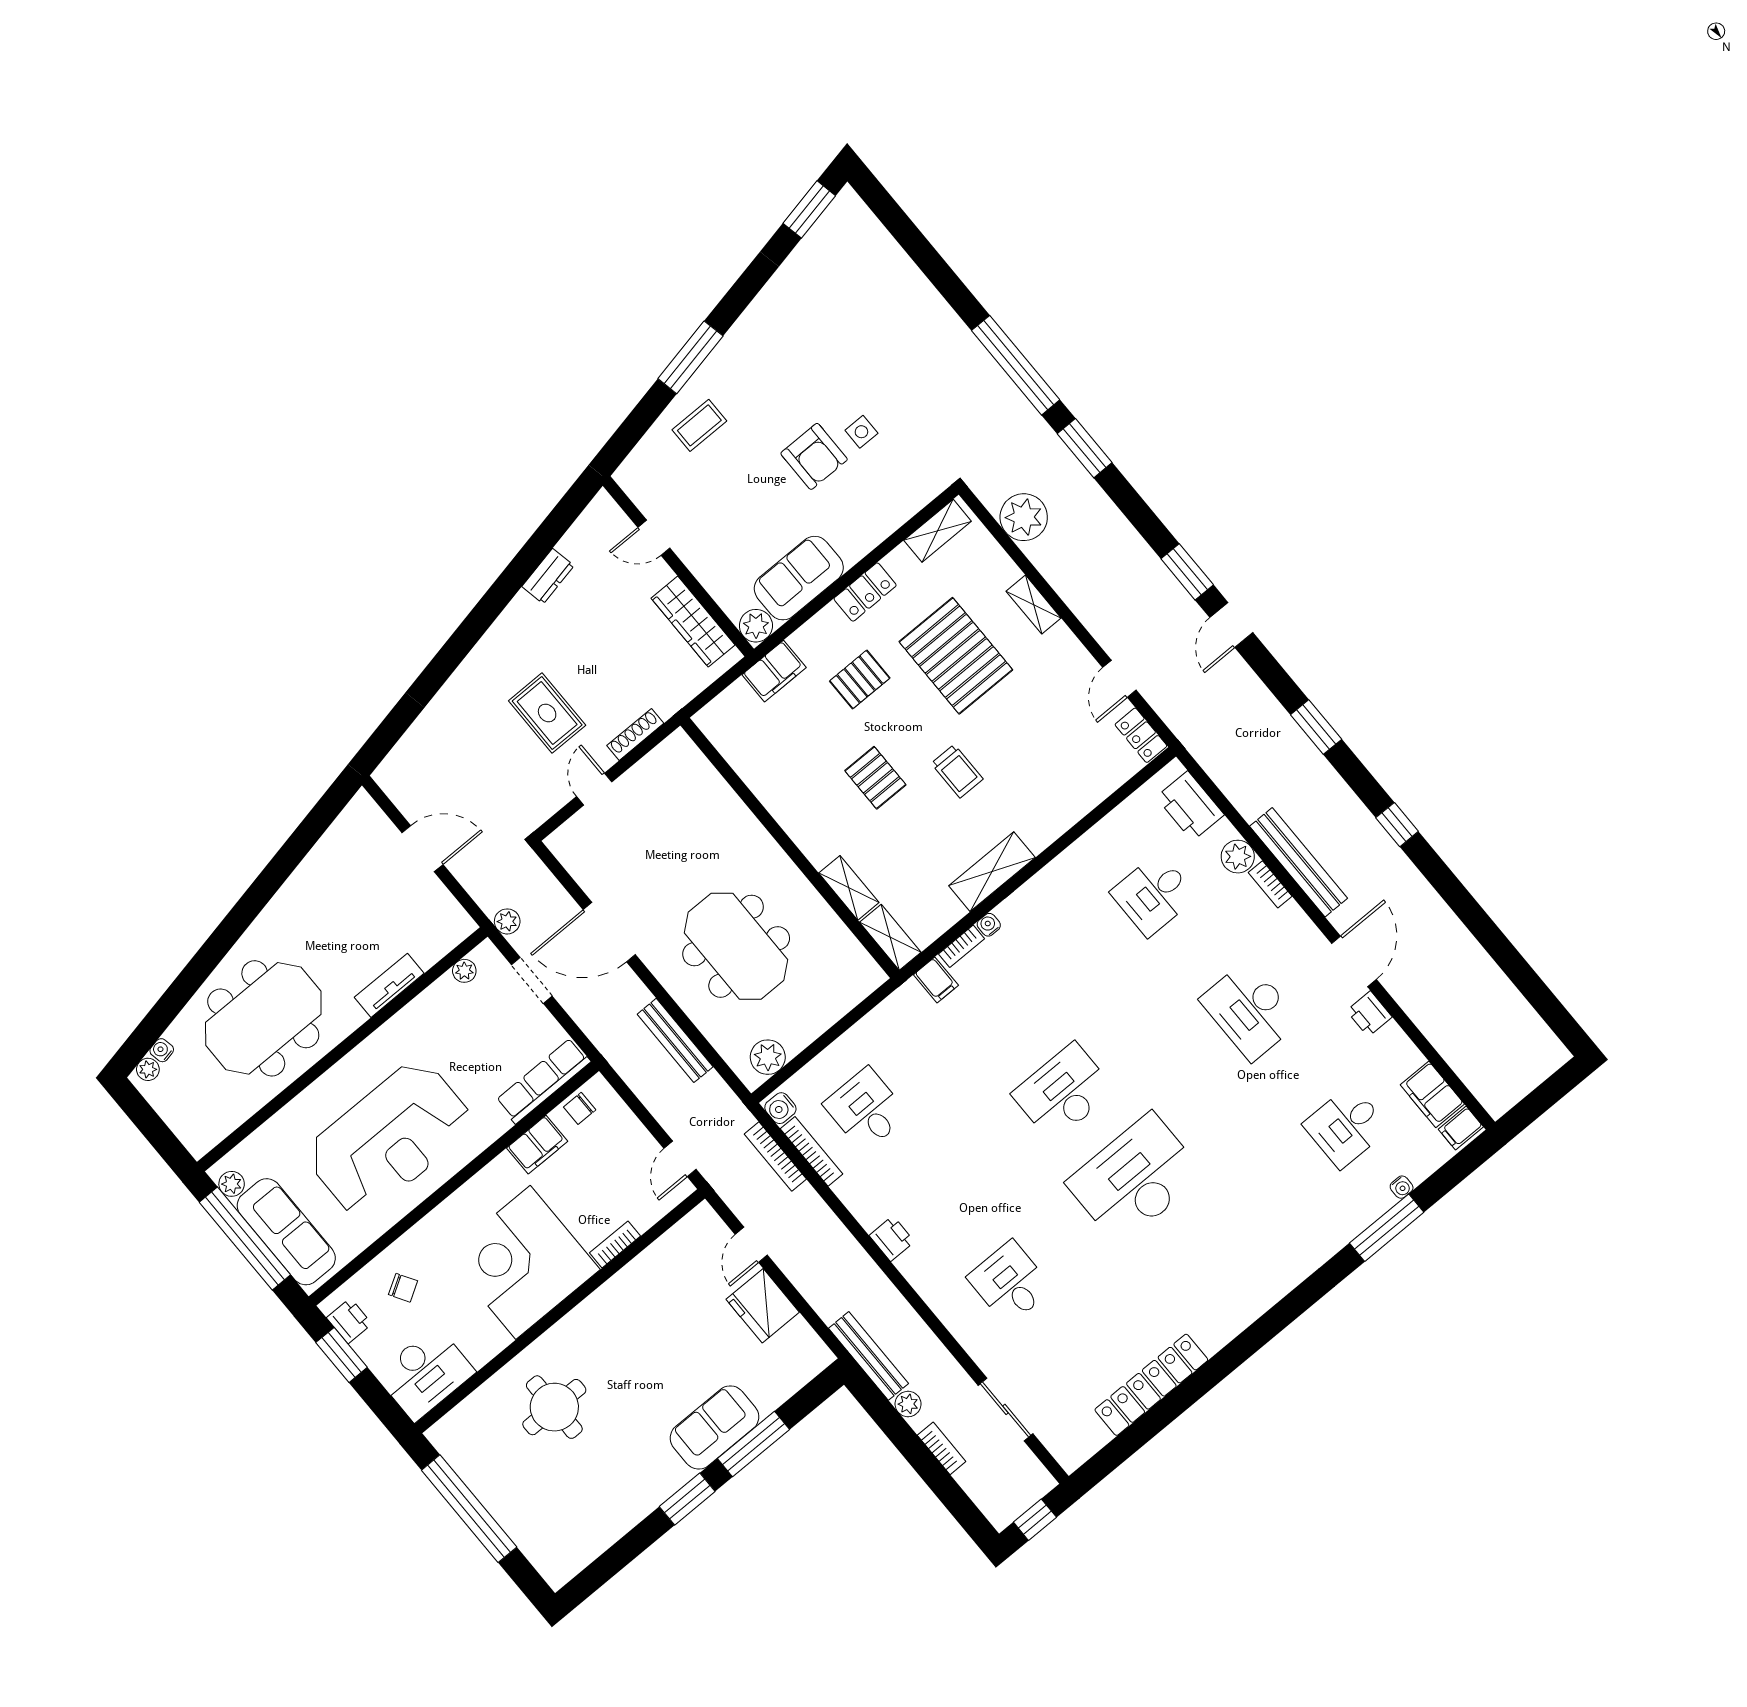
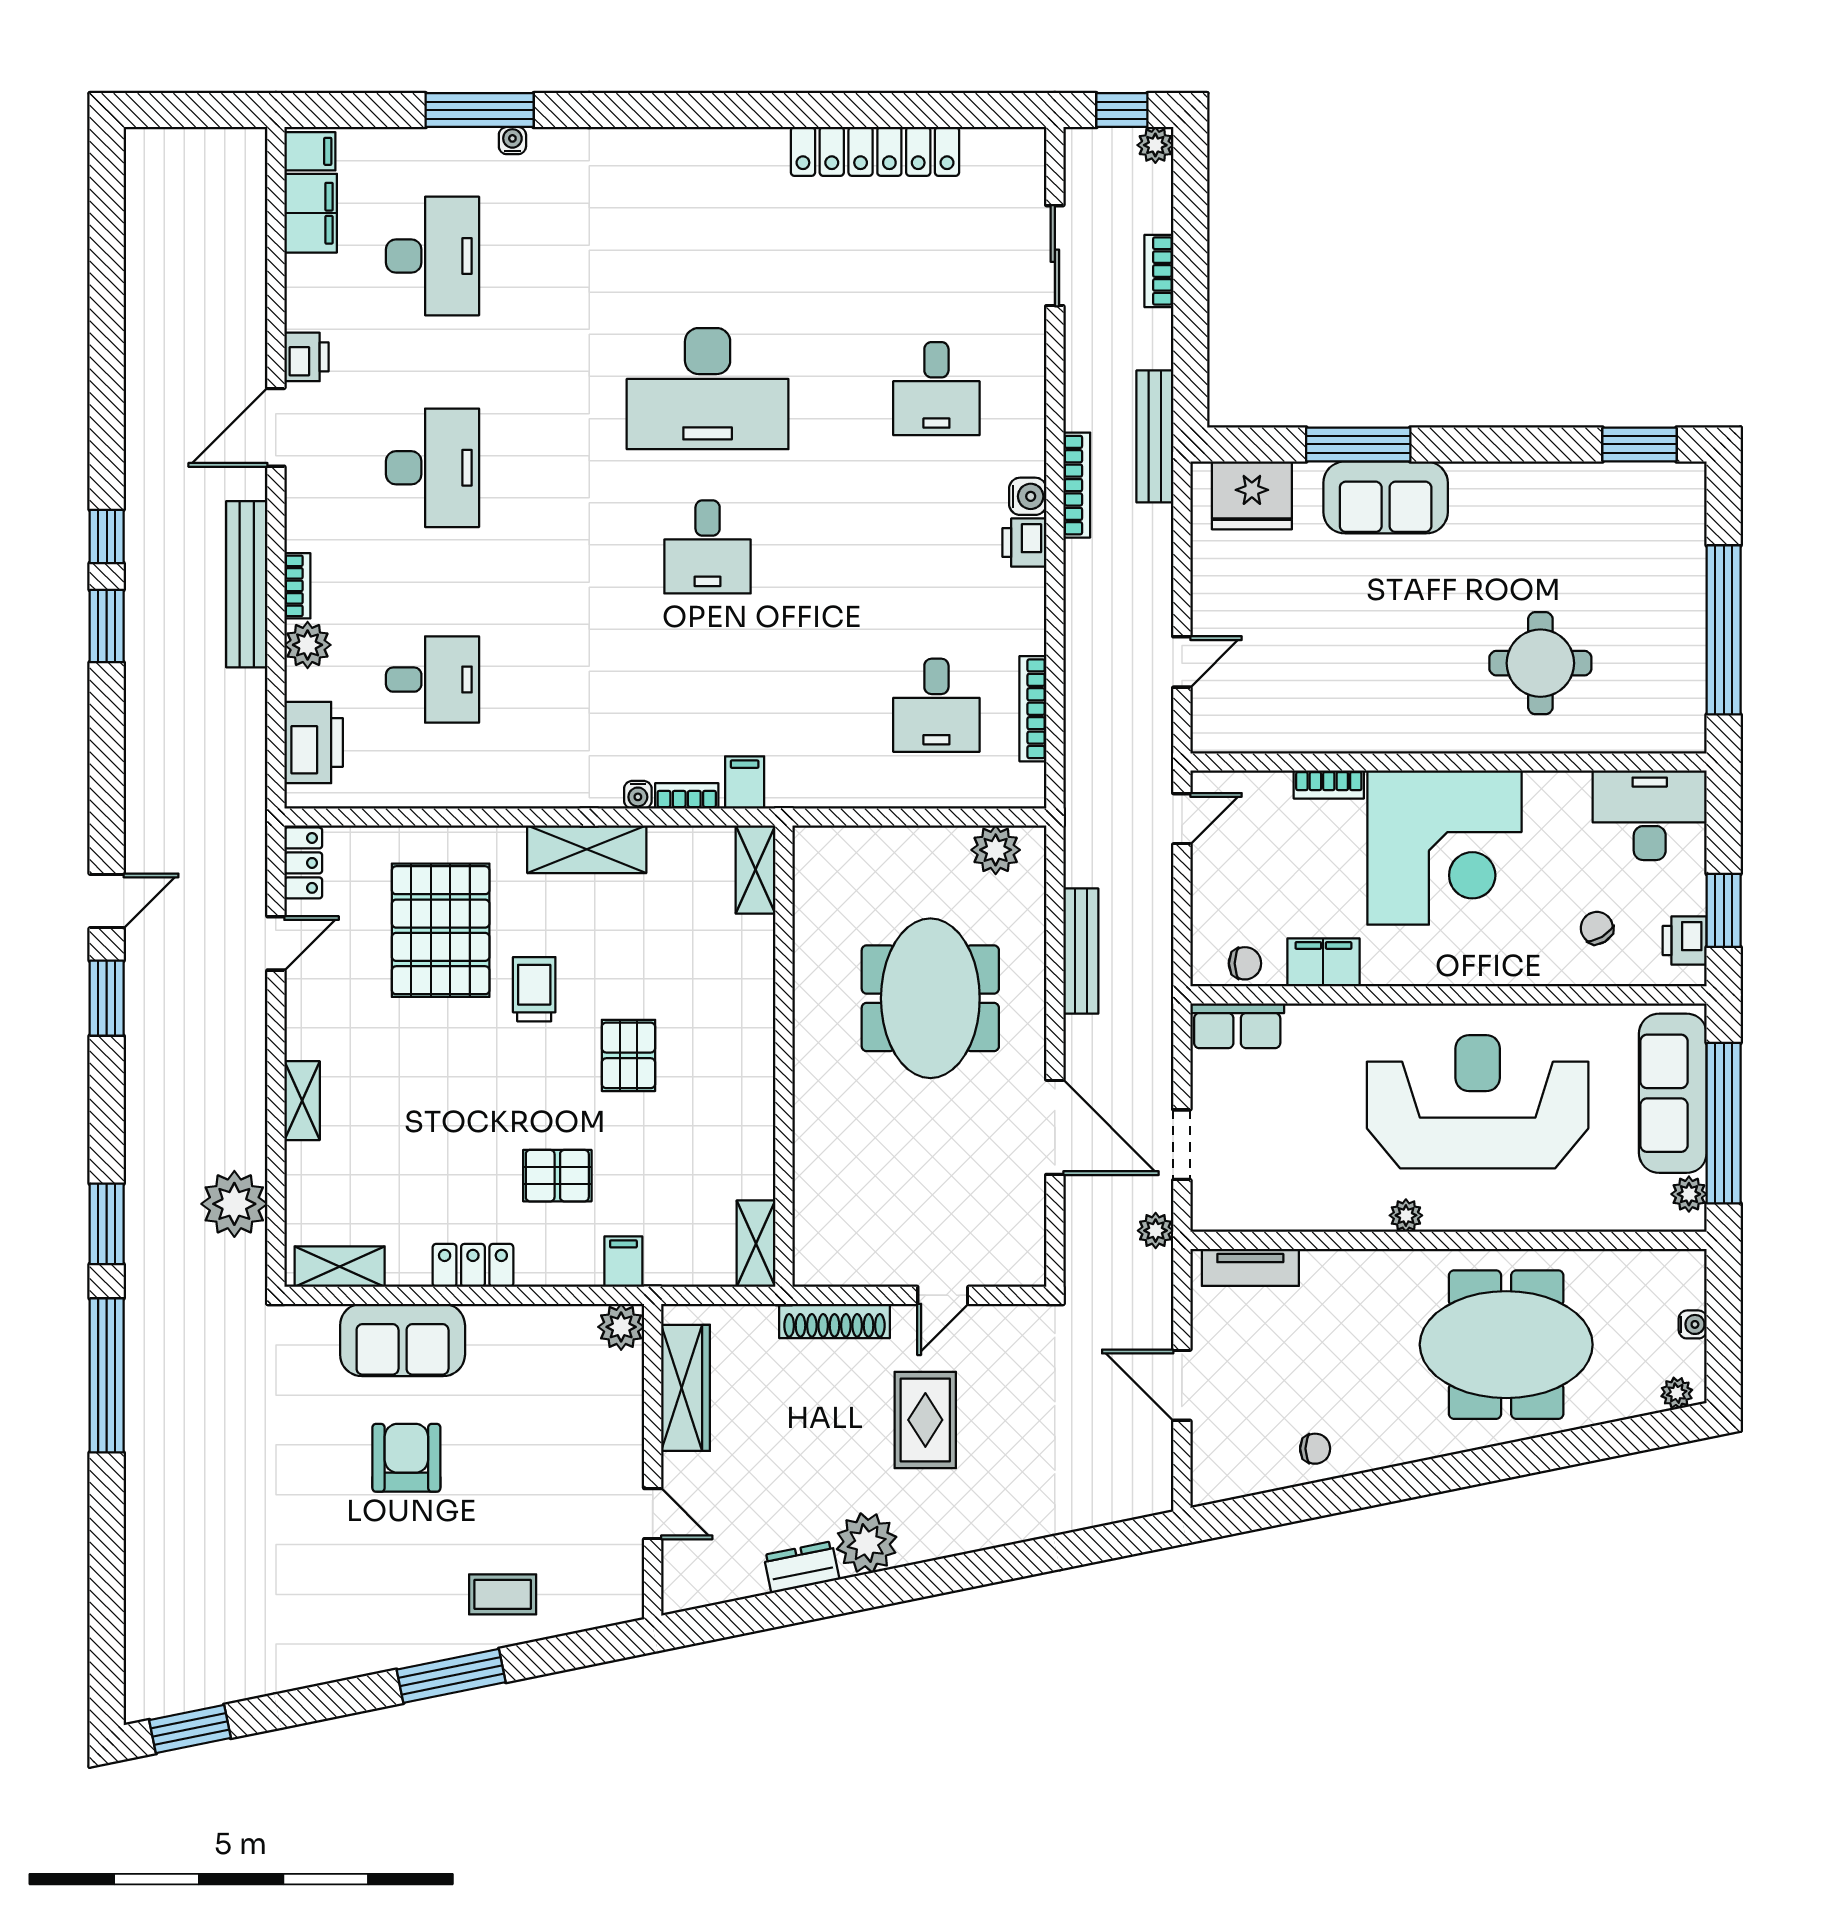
side table: (861, 432) -> (333, 1442), removed
sofa: (799, 578) -> (403, 1340), moved
plant: (523, 619) -> (867, 1543), added
pallet: (956, 656) -> (441, 930), moved
filing cabinet: (774, 671) -> (623, 1262), width x0.50
window: (1316, 727) -> (107, 626), moved
shoe rack: (635, 734) -> (834, 1321), width x1.36, depth x1.24
chair: (321, 875) -> (1315, 1449), added
shelving: (849, 888) -> (756, 1244), moved
plant: (464, 971) -> (1406, 1215), moved
tv unit: (389, 985) -> (1250, 1267), moved
water cooler: (162, 1050) -> (1693, 1324), moved, turned -78
row of seats: (543, 1081) -> (1237, 1026), width x0.68
desk: (1063, 1092) -> (708, 547), width x0.73
water cooler: (780, 1108) -> (1028, 496), moved
desk: (1346, 1126) -> (433, 256), width x1.37
bookcase: (775, 1157) -> (1077, 485), moved
water cooler: (1402, 1187) -> (512, 141), moved
fridge: (763, 1306) -> (1252, 495), moved, turned 90
plant: (908, 1404) -> (1155, 145), moved
window: (687, 1499) -> (1639, 444), moved

